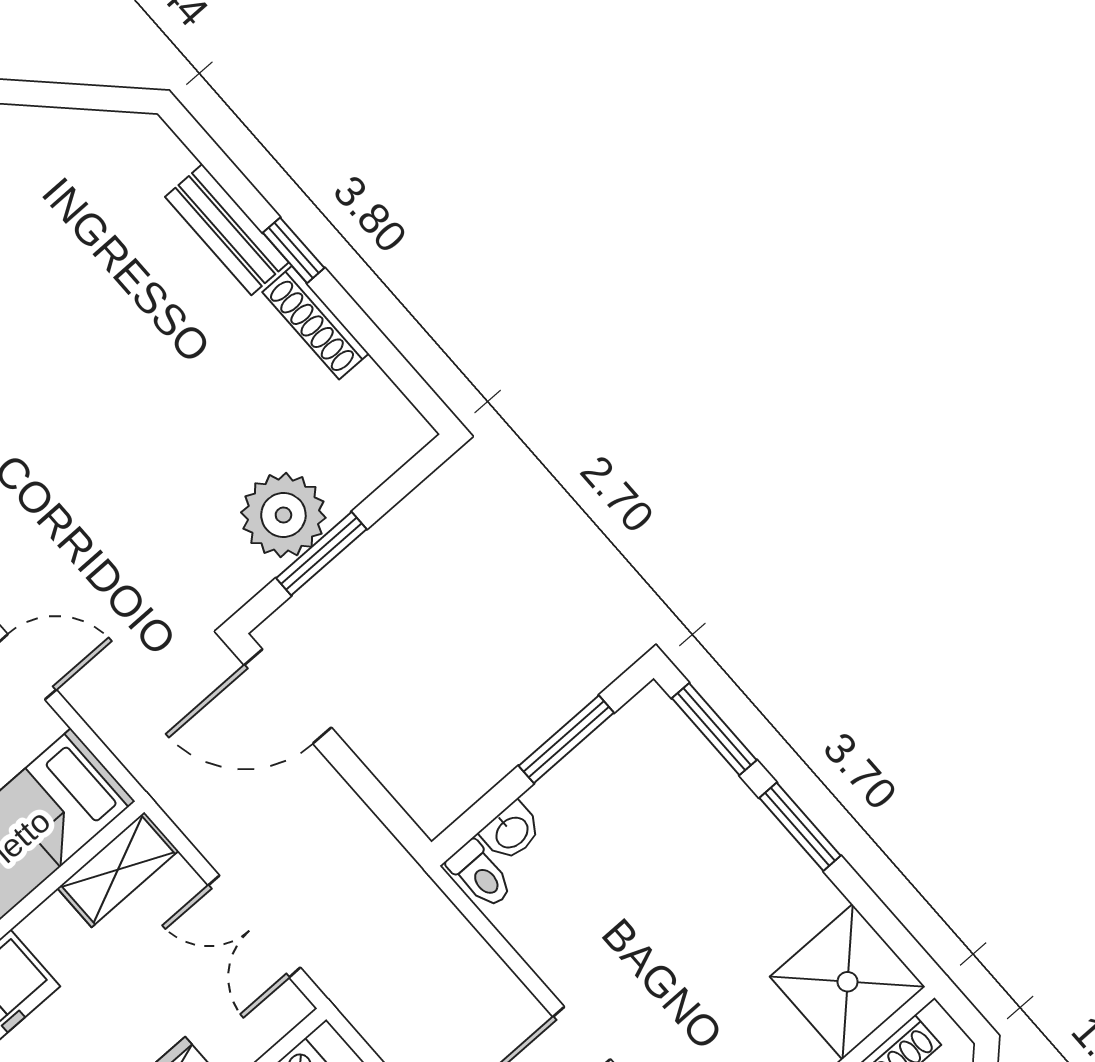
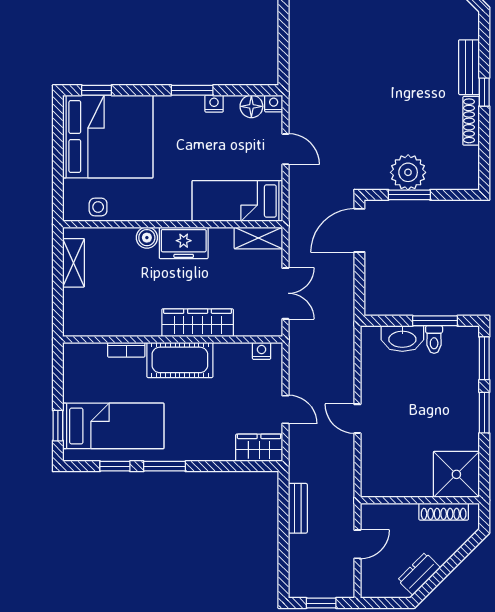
door: (288, 696) -> (359, 230), hinge flipped
washbasin: (511, 832) -> (402, 338), width x1.91, depth x1.45
toilet: (480, 874) -> (434, 339), moved
double door: (254, 926) -> (285, 293), swing flipped

